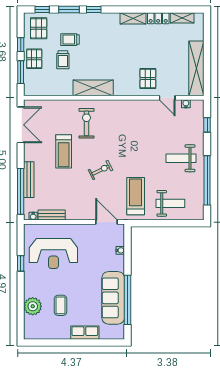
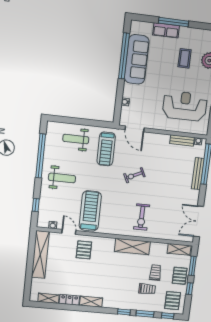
shelving: (39, 90) -> (179, 249), added
treadmill: (64, 151) -> (90, 211), moved, width x1.37, depth x1.38
window: (78, 343) -> (174, 22), added

